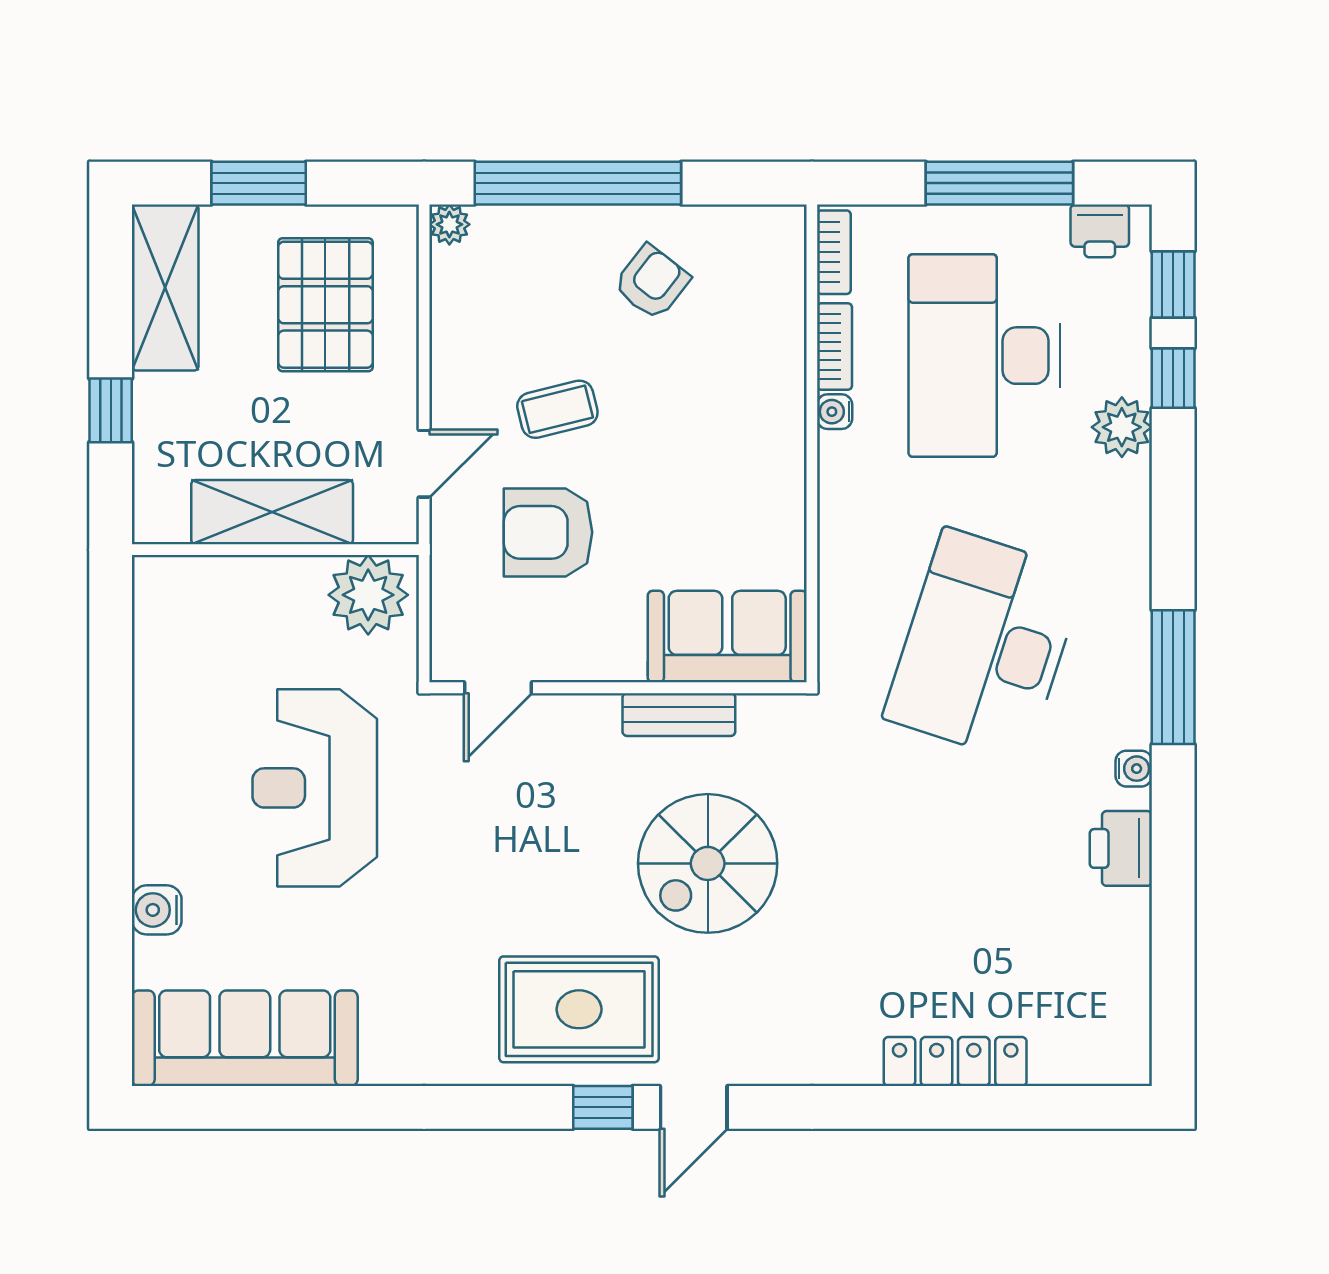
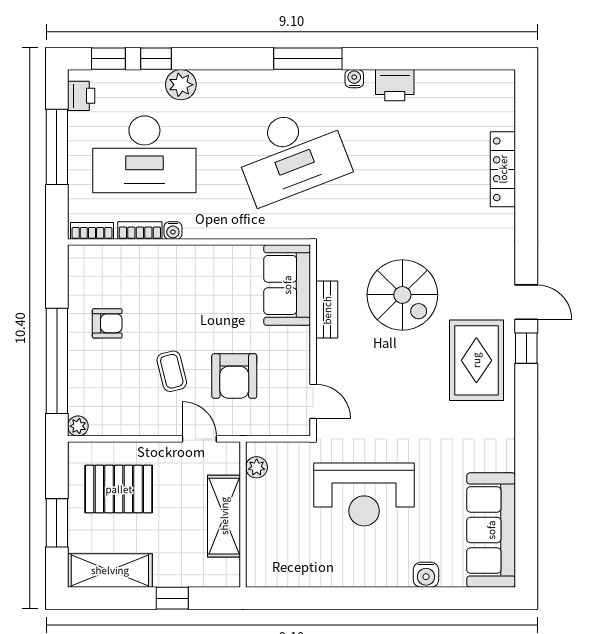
armchair: (652, 282) -> (107, 323), turned 142
plant: (368, 595) -> (257, 467), width x0.53, depth x0.53
desk: (984, 645) -> (292, 154), turned -39

